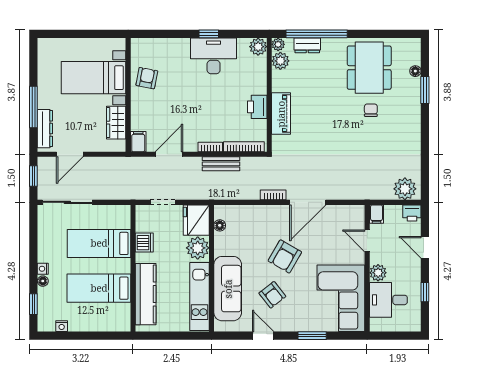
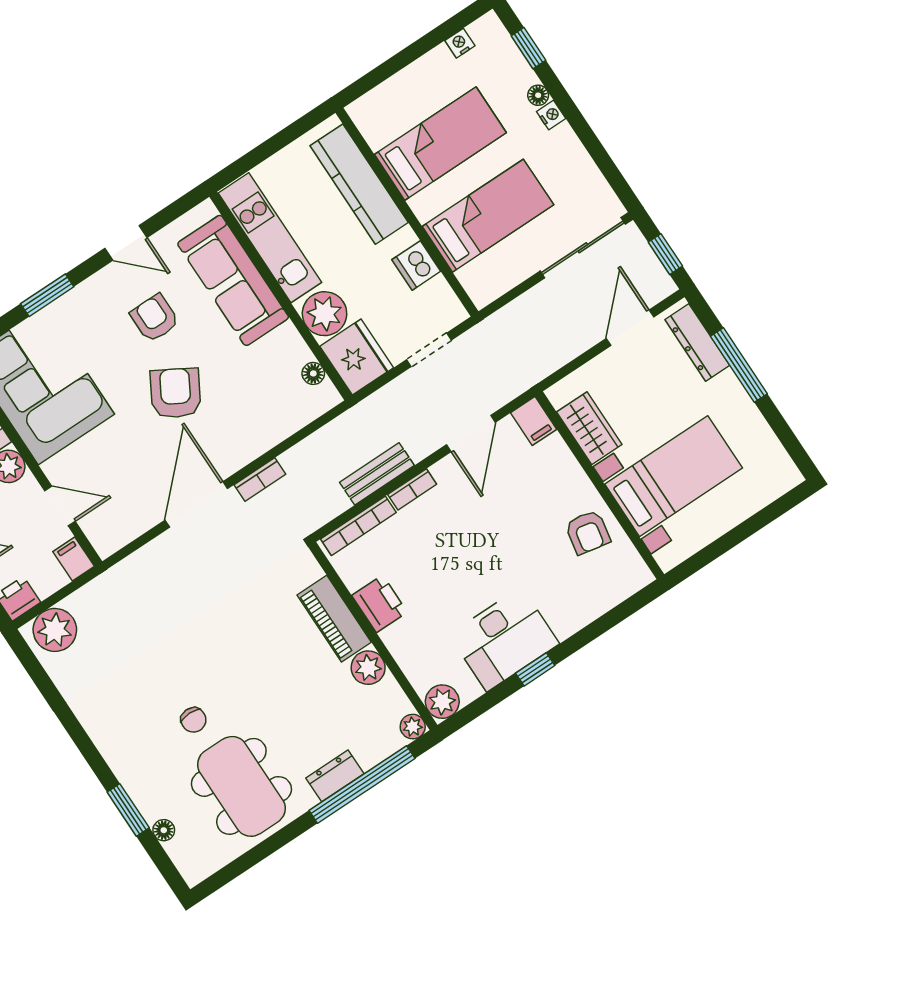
dresser: (307, 45) -> (335, 776), moved
plant: (280, 61) -> (368, 668), moved
armchair: (272, 295) -> (155, 318), turned 38

